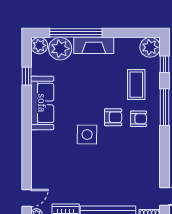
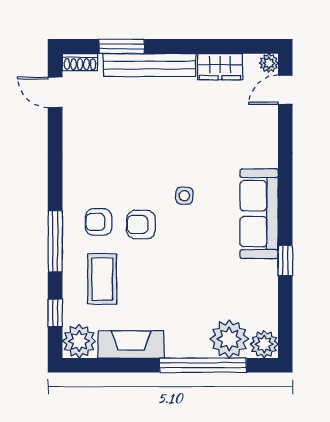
fireplace: (94, 45) -> (131, 344), moved
window: (27, 76) -> (285, 260), moved
sofa: (42, 103) -> (259, 214), moved
side table: (87, 135) -> (184, 196), width x0.54, depth x0.54

